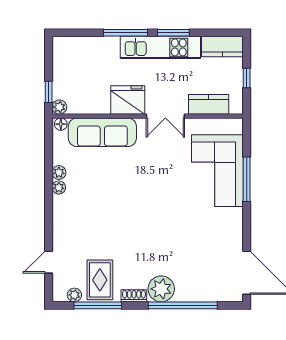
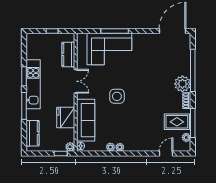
kitchen counter: (222, 47) -> (33, 133), moved
fridge: (128, 100) -> (66, 118), moved
side table: (141, 183) -> (117, 96), added
door: (49, 262) -> (166, 153), swing flipped

